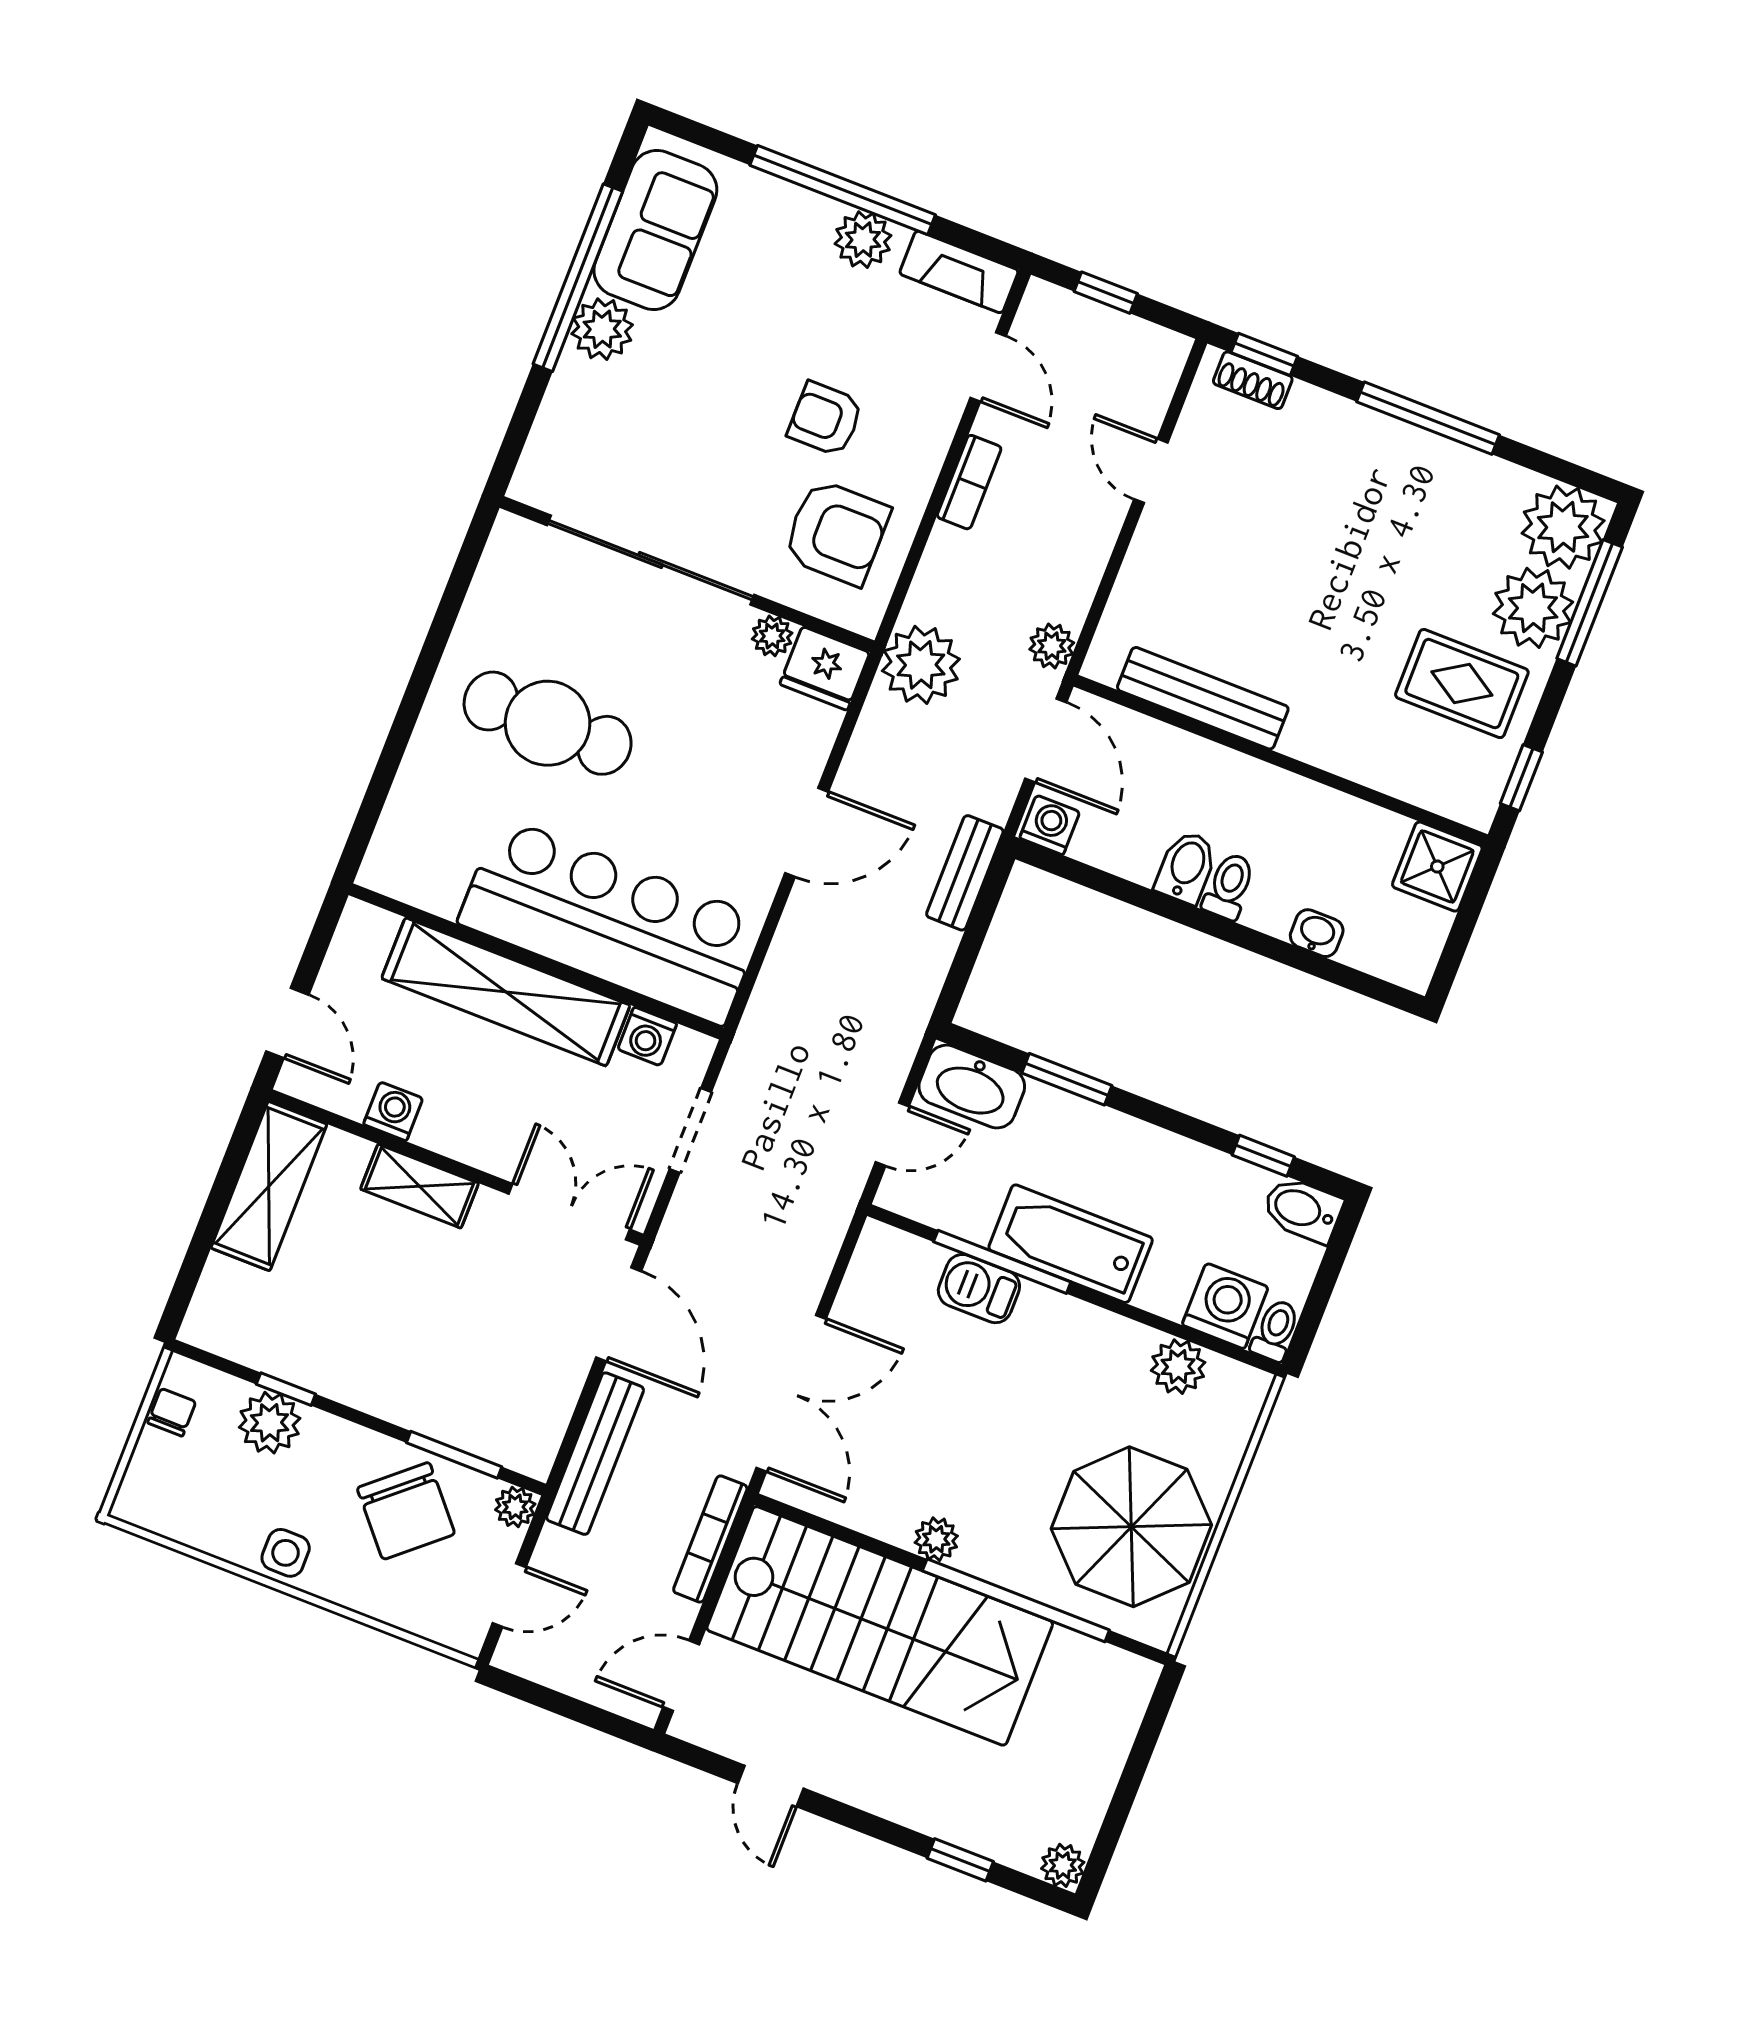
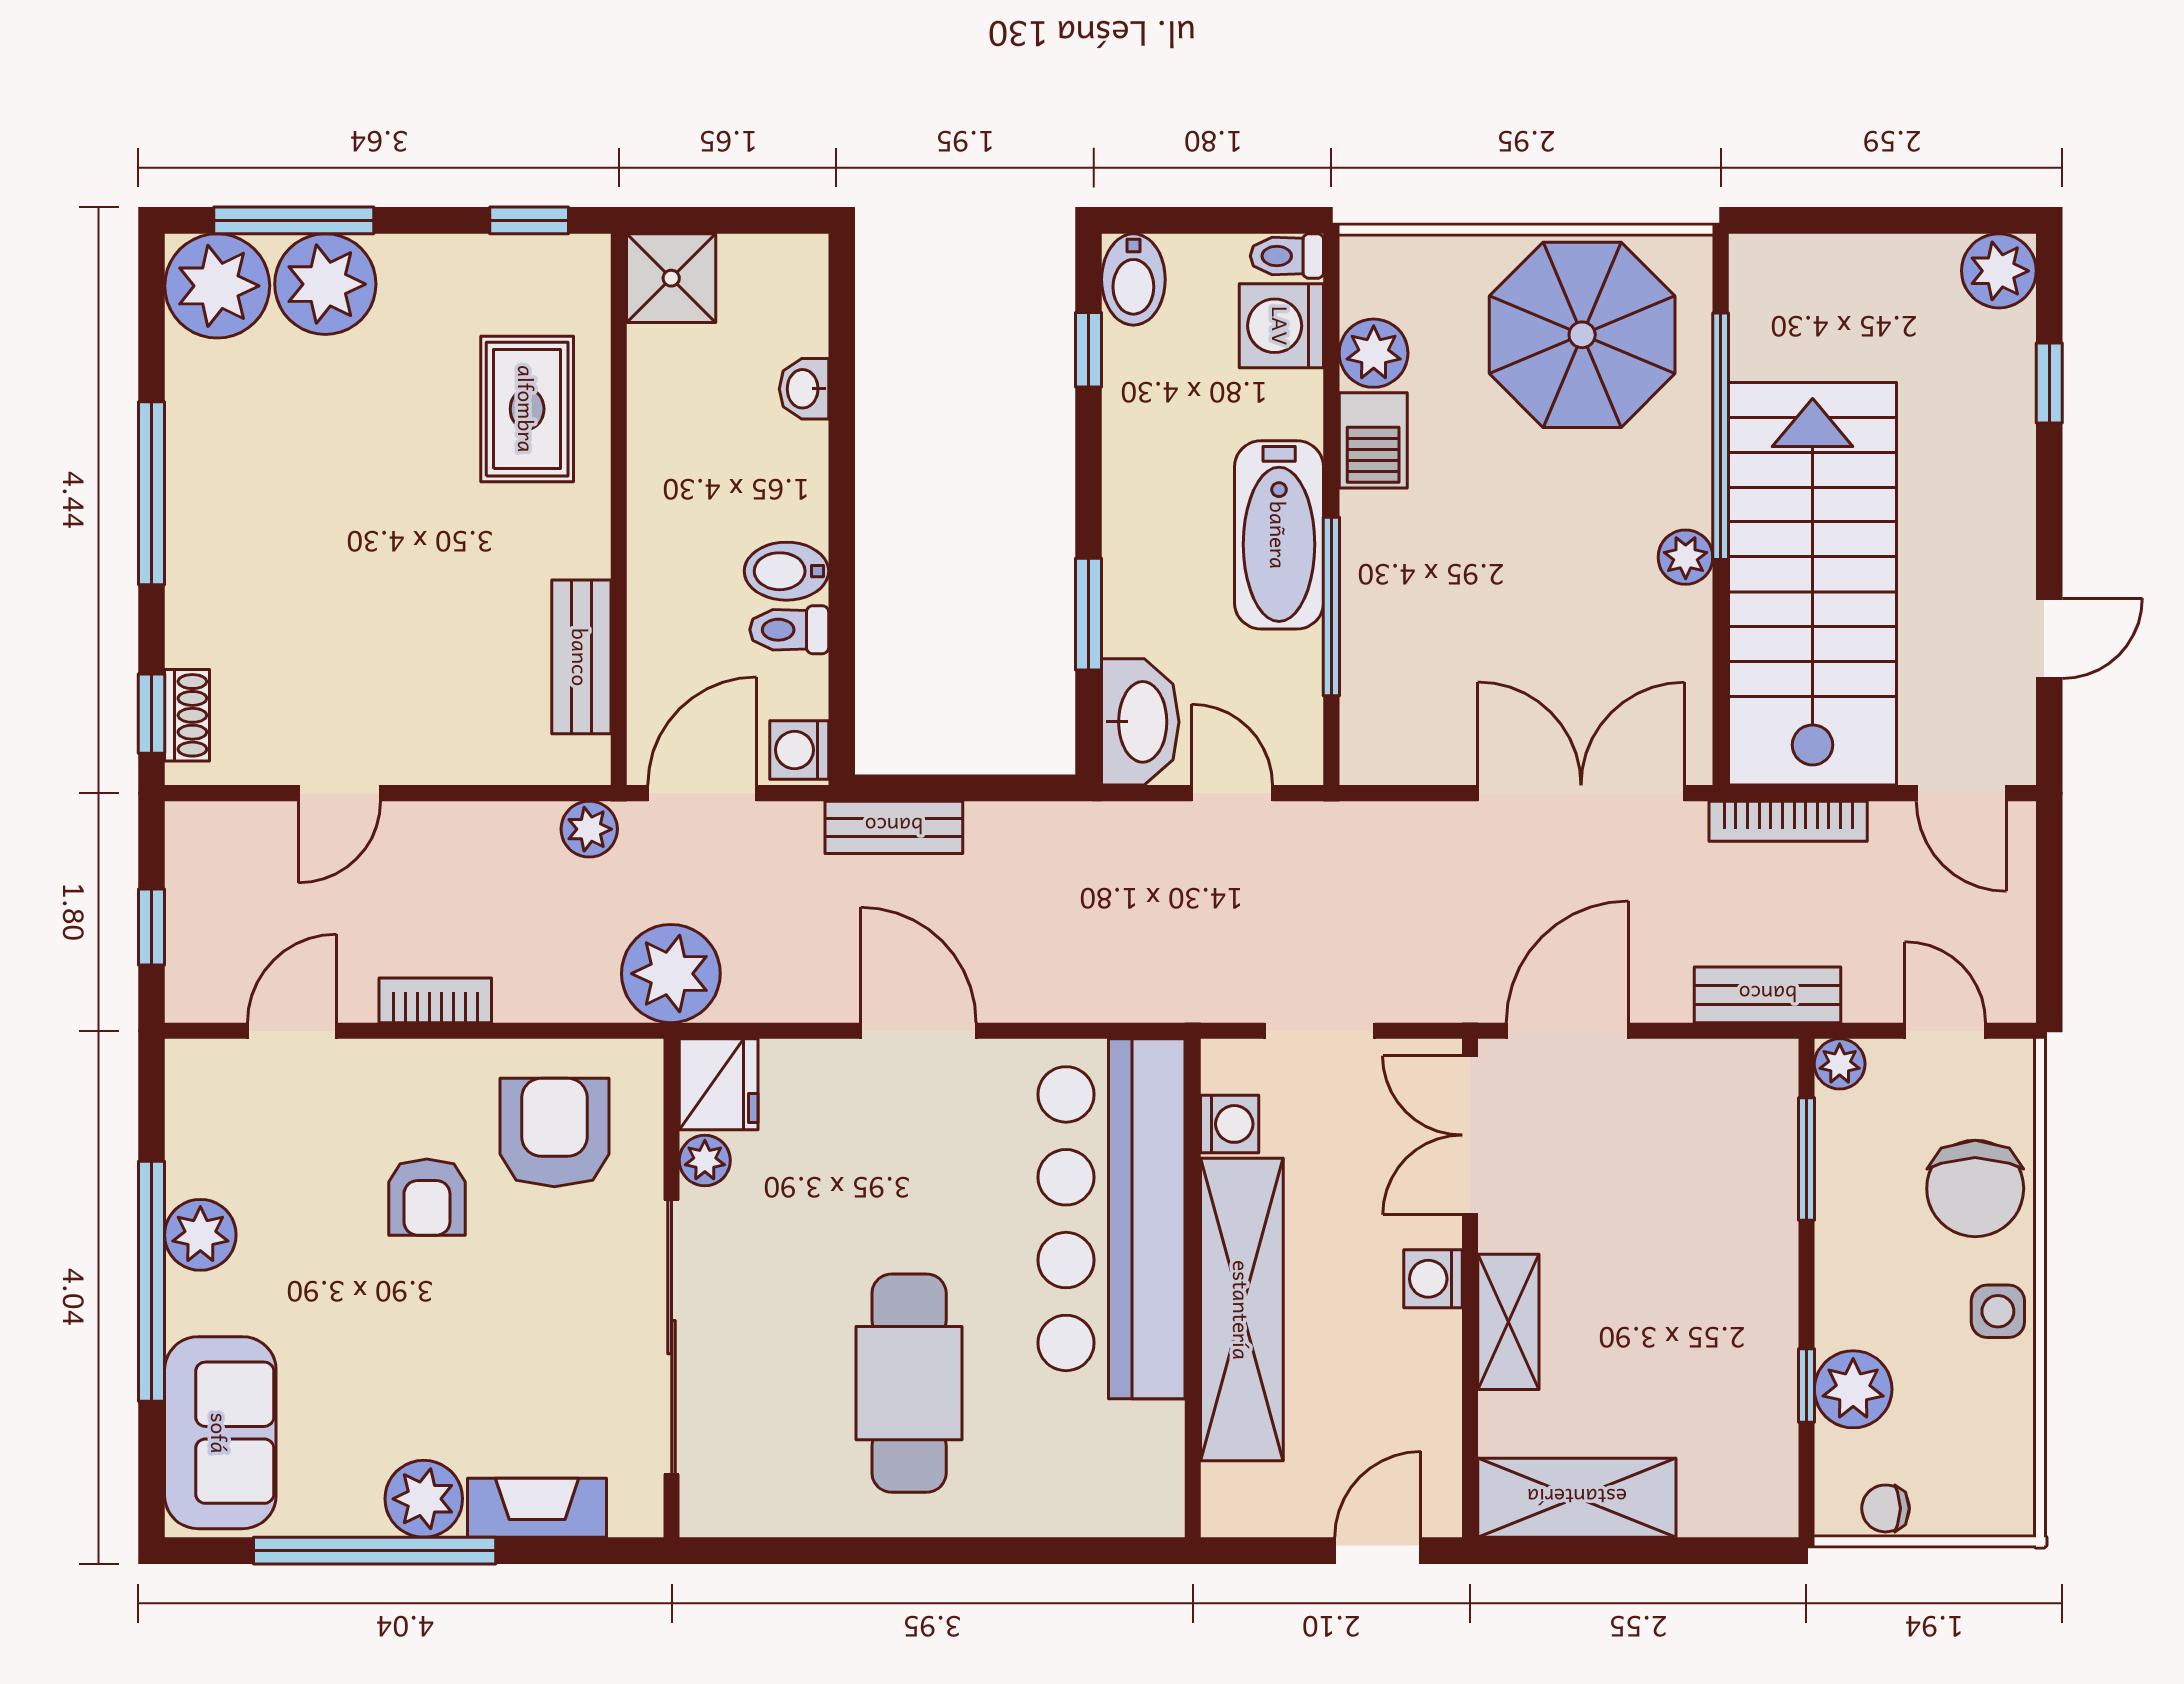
sofa: (655, 230) -> (220, 1433), moved, turned 90
fireplace: (959, 272) -> (537, 1508), moved, turned -90
rug: (1462, 684) -> (527, 409), moved
bench: (1203, 698) -> (581, 657), width x0.73
toilet: (1229, 886) -> (789, 630), moved
washing machine: (393, 1111) -> (1433, 1279), moved
barbecue: (979, 1289) -> (1373, 440), moved
bench: (595, 1454) -> (1768, 995), width x0.73
chair: (406, 1511) -> (1975, 1188), moved, turned 131
plant: (1063, 1865) -> (1999, 271), width x1.38, depth x1.38

